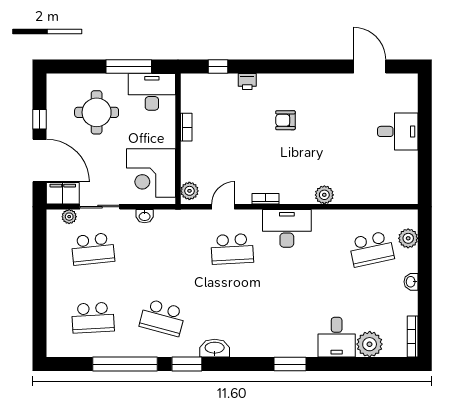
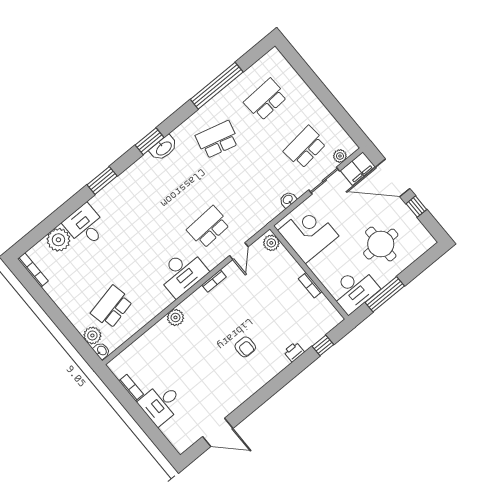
armchair: (285, 120) -> (245, 347), turned 90
bookcase: (412, 166) -> (131, 388), added
washbasin: (411, 282) -> (102, 351), moved
window: (187, 364) -> (150, 141), moved

